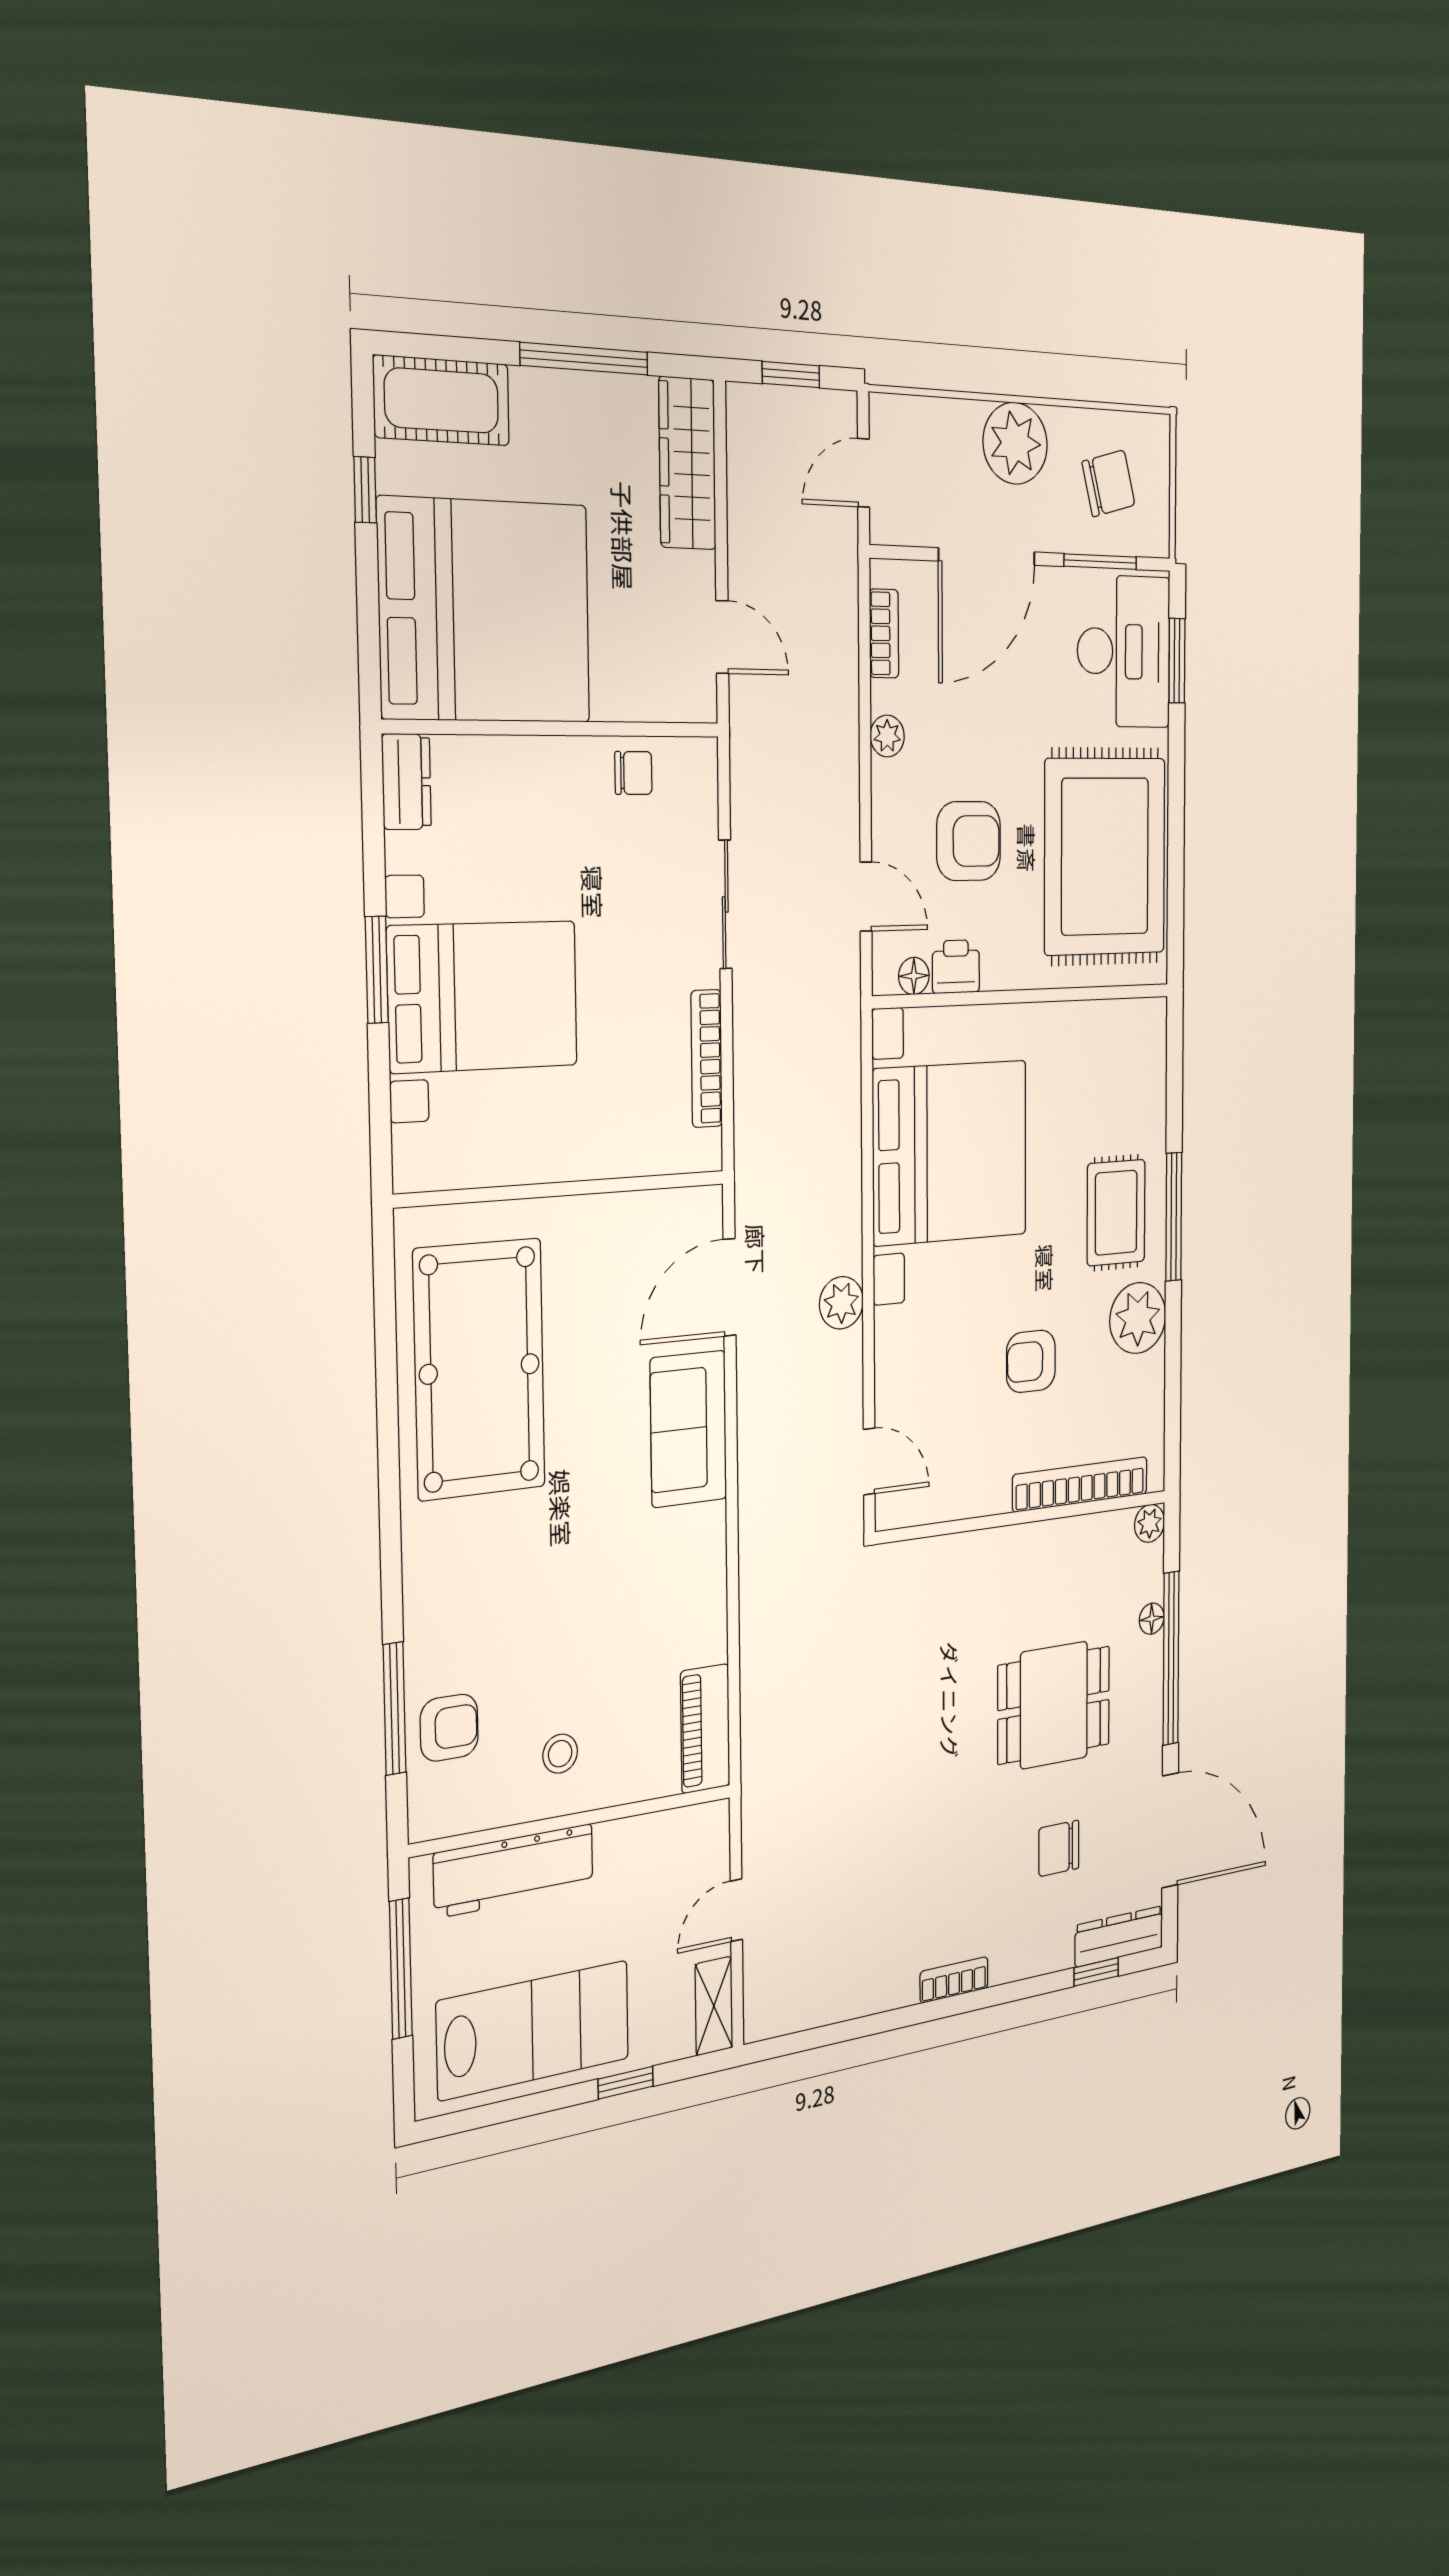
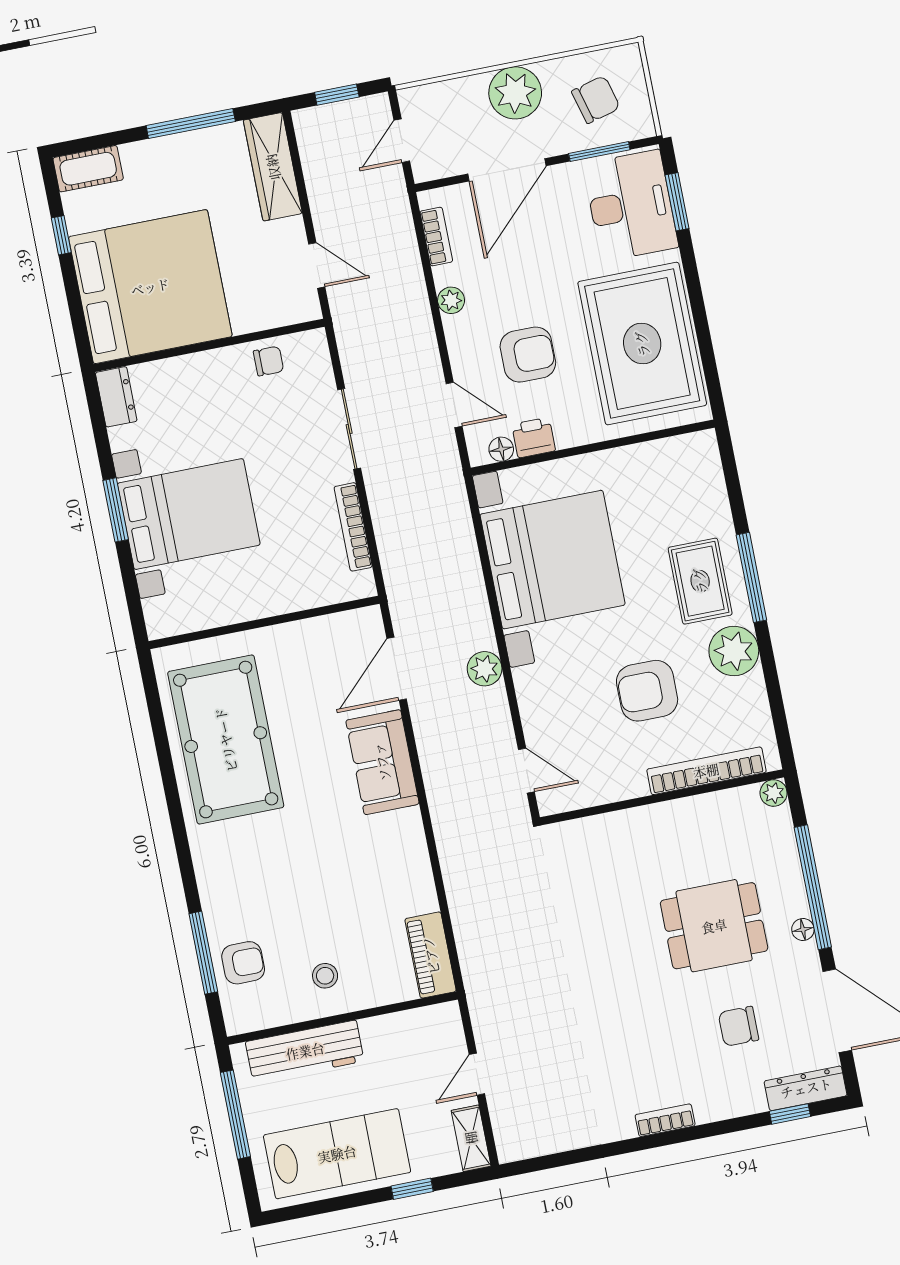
cot: (442, 401) -> (88, 169), width x0.73, depth x0.75
armchair: (1031, 1361) -> (647, 691), width x1.38, depth x1.38
floor lamp: (1152, 1619) -> (803, 929), moved

